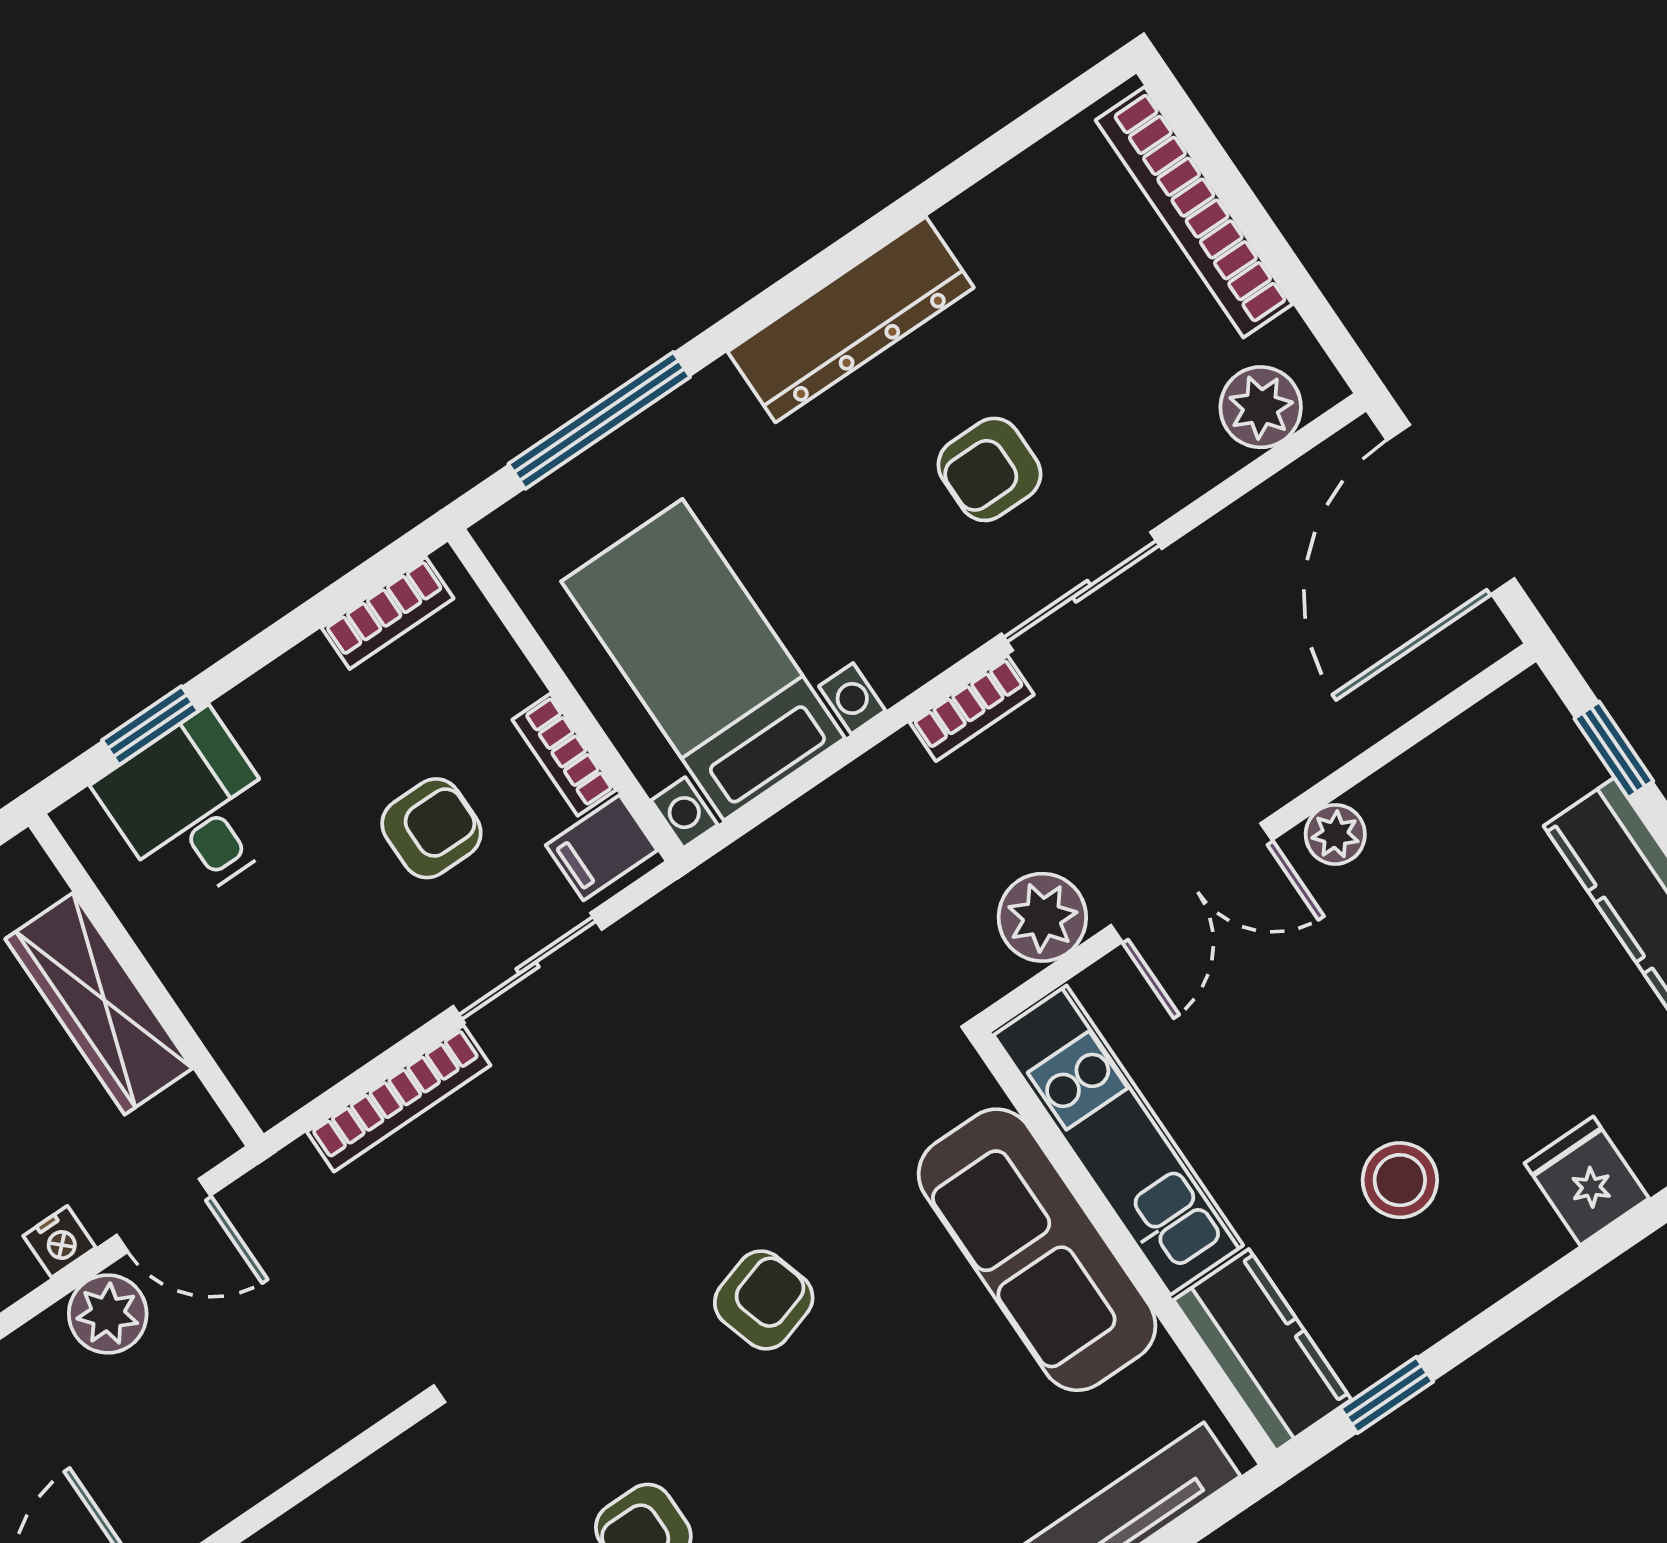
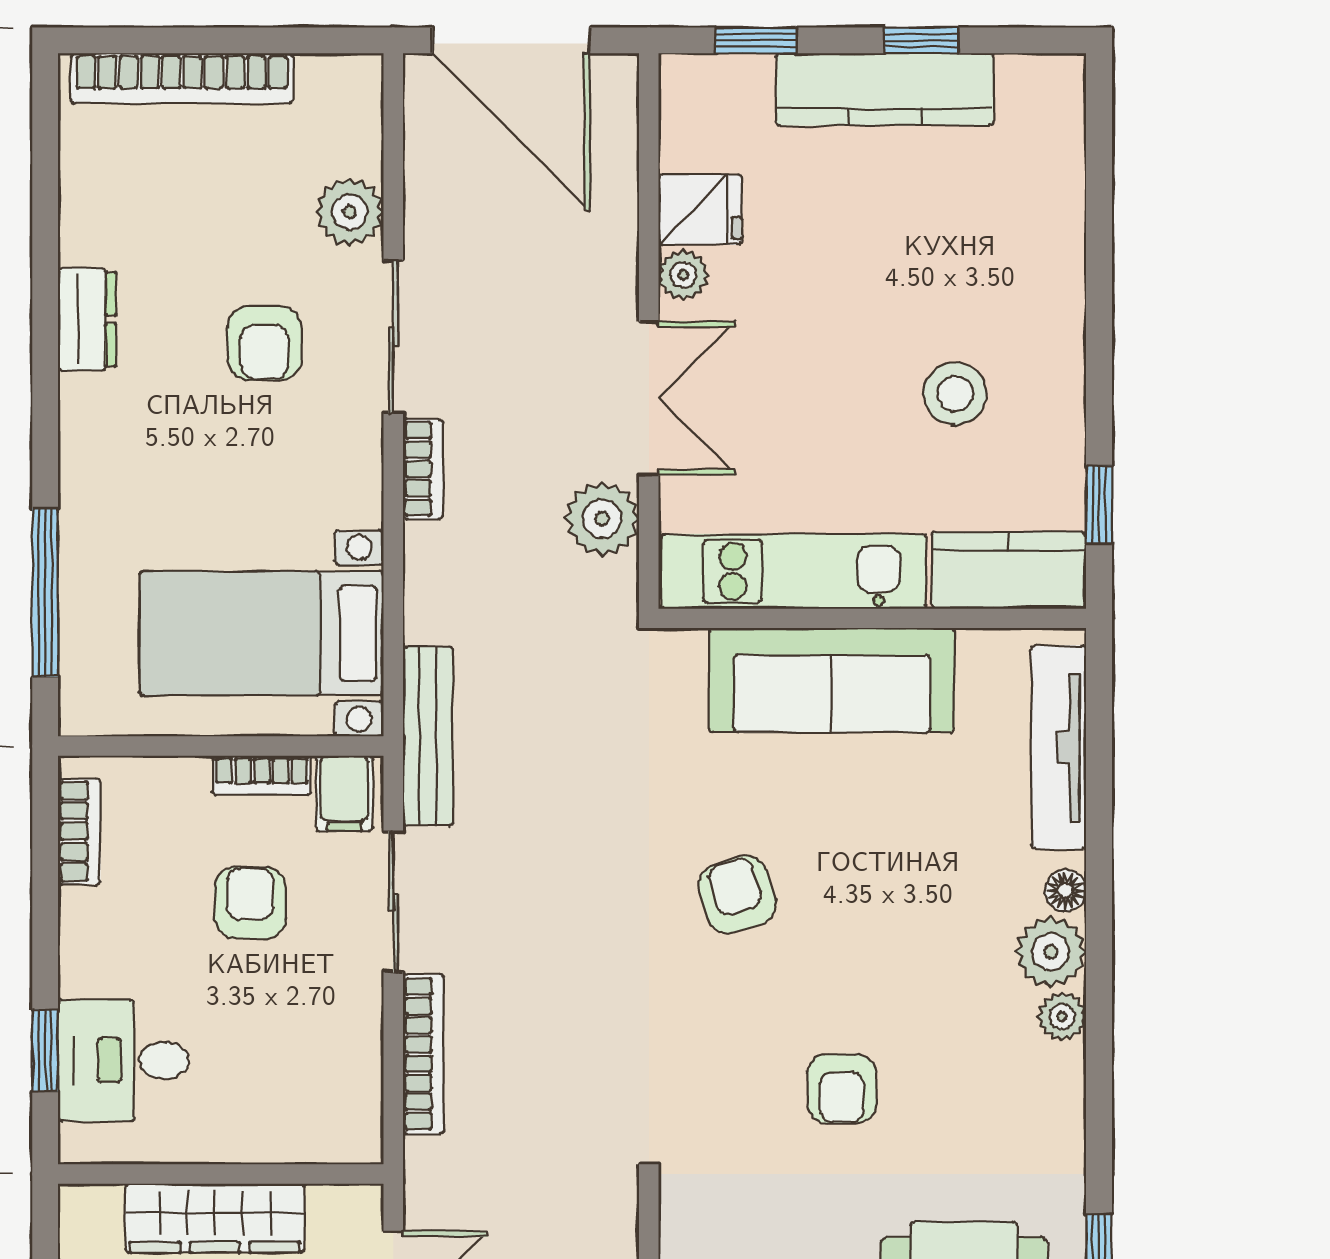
dresser: (851, 320) -> (87, 319), width x0.51, depth x0.80
plant: (1261, 407) -> (350, 212), moved
bench: (713, 891) -> (428, 736), added
fridge: (1587, 1181) -> (700, 210), moved, turned 180

